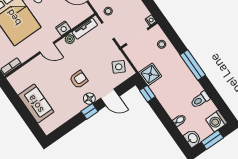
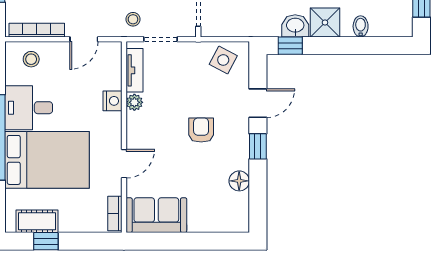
door: (47, 48) -> (124, 164), moved
shower: (150, 74) -> (325, 22), moved
floor lamp: (89, 99) -> (239, 181), moved
sofa: (36, 104) -> (156, 215), moved
washbasin: (193, 138) -> (295, 26), moved

